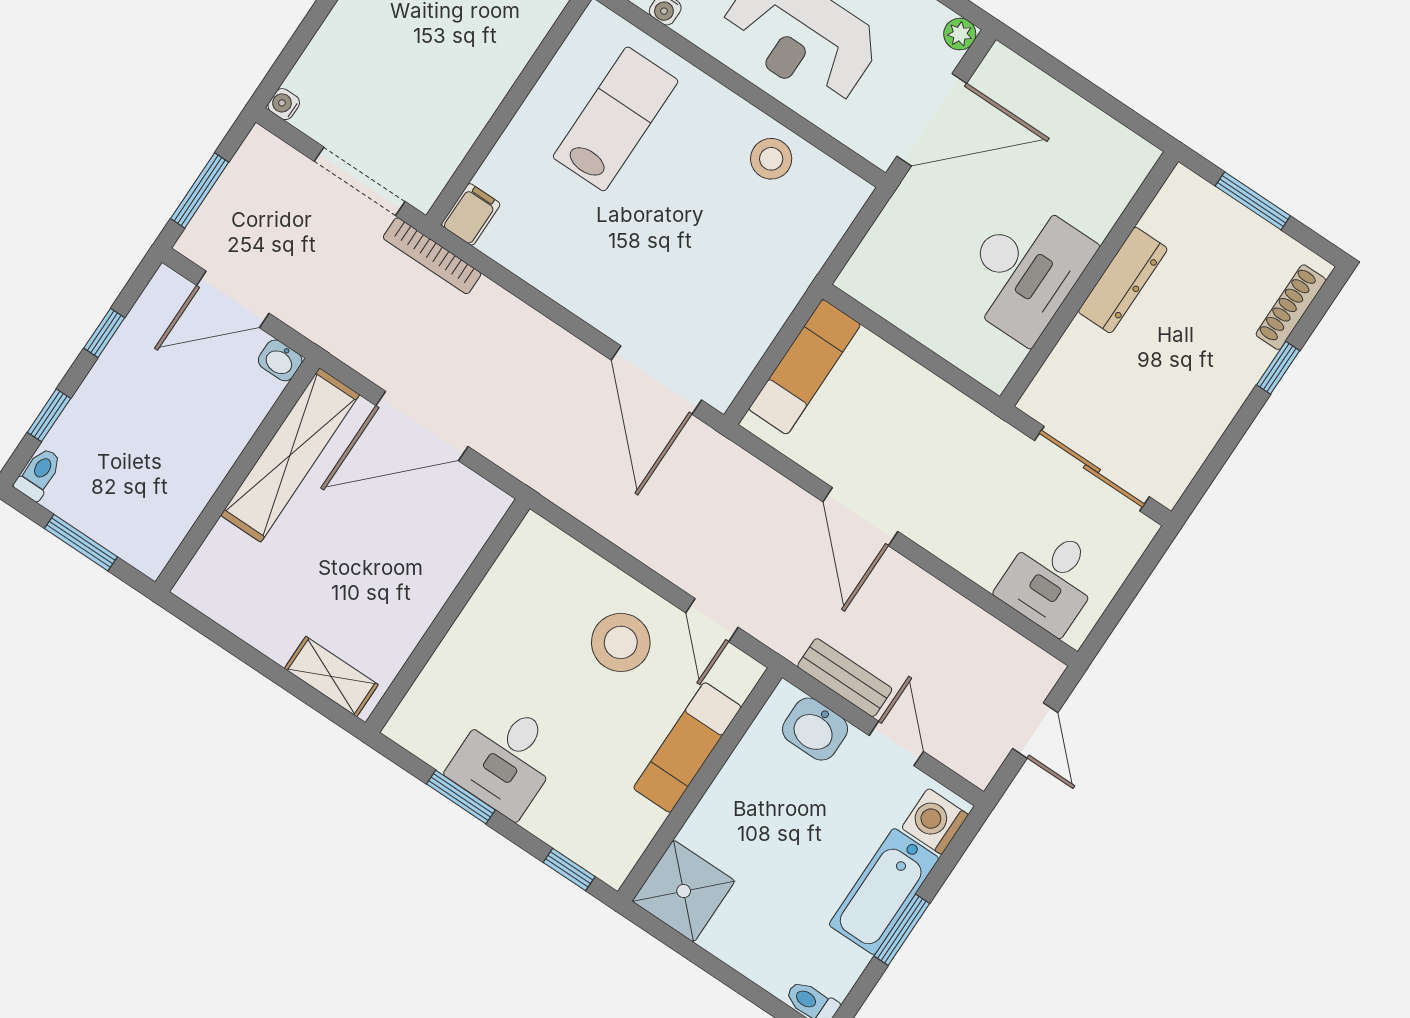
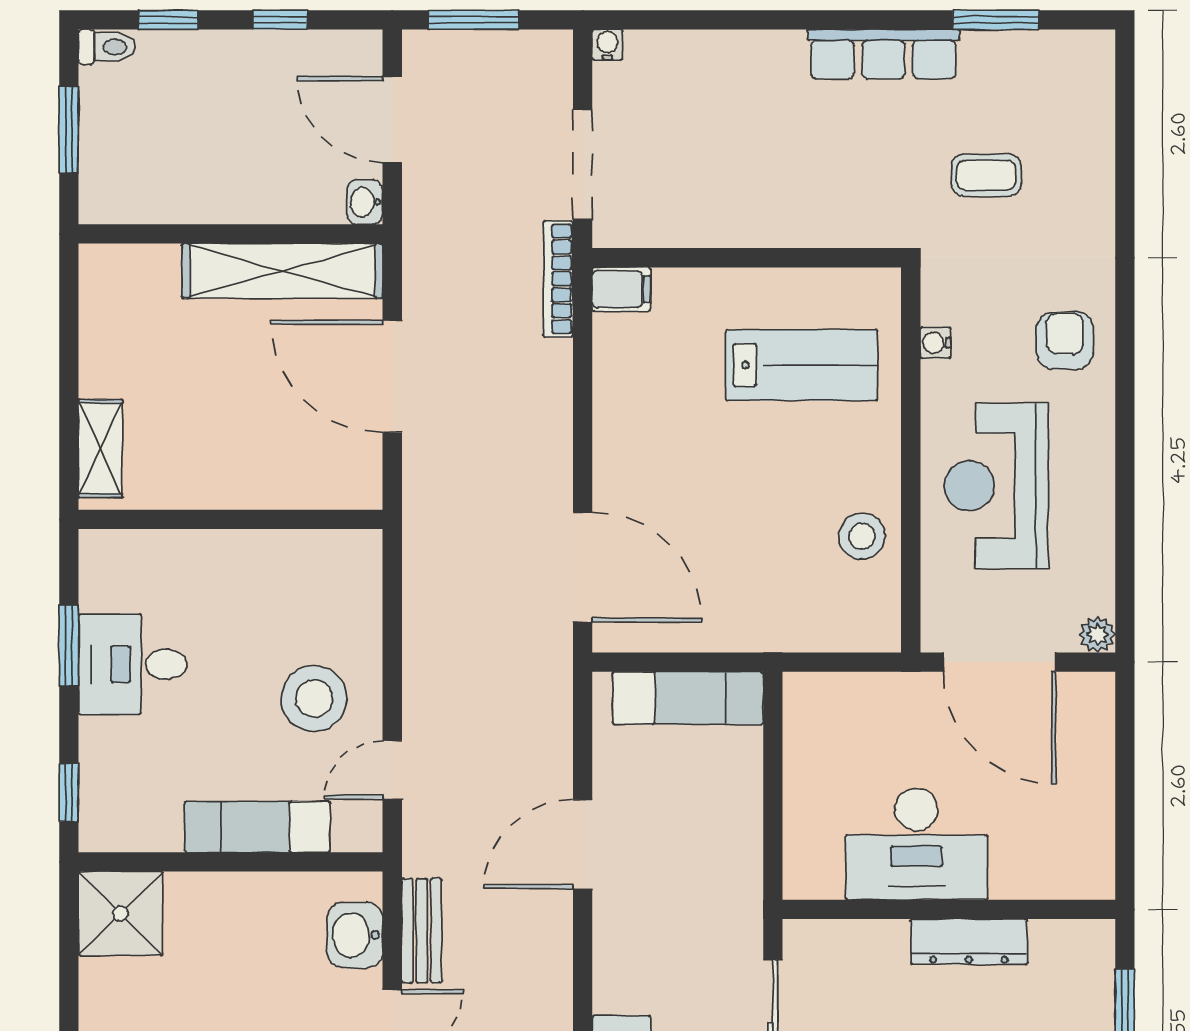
door: (656, 380) -> (583, 567), swing flipped

